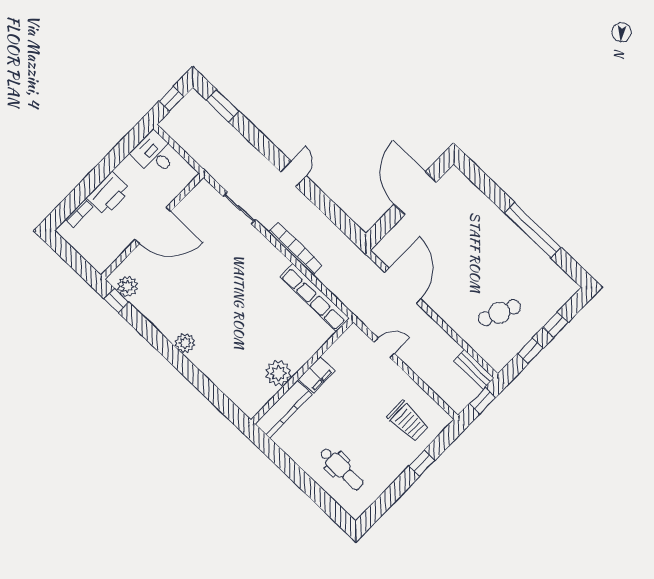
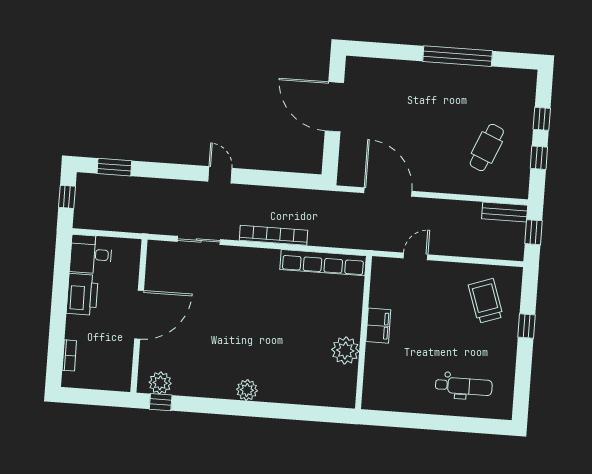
printer: (108, 194) -> (82, 294), moved
kitchen counter: (283, 409) -> (374, 377), removed
trolley: (408, 421) -> (486, 301), turned -109

